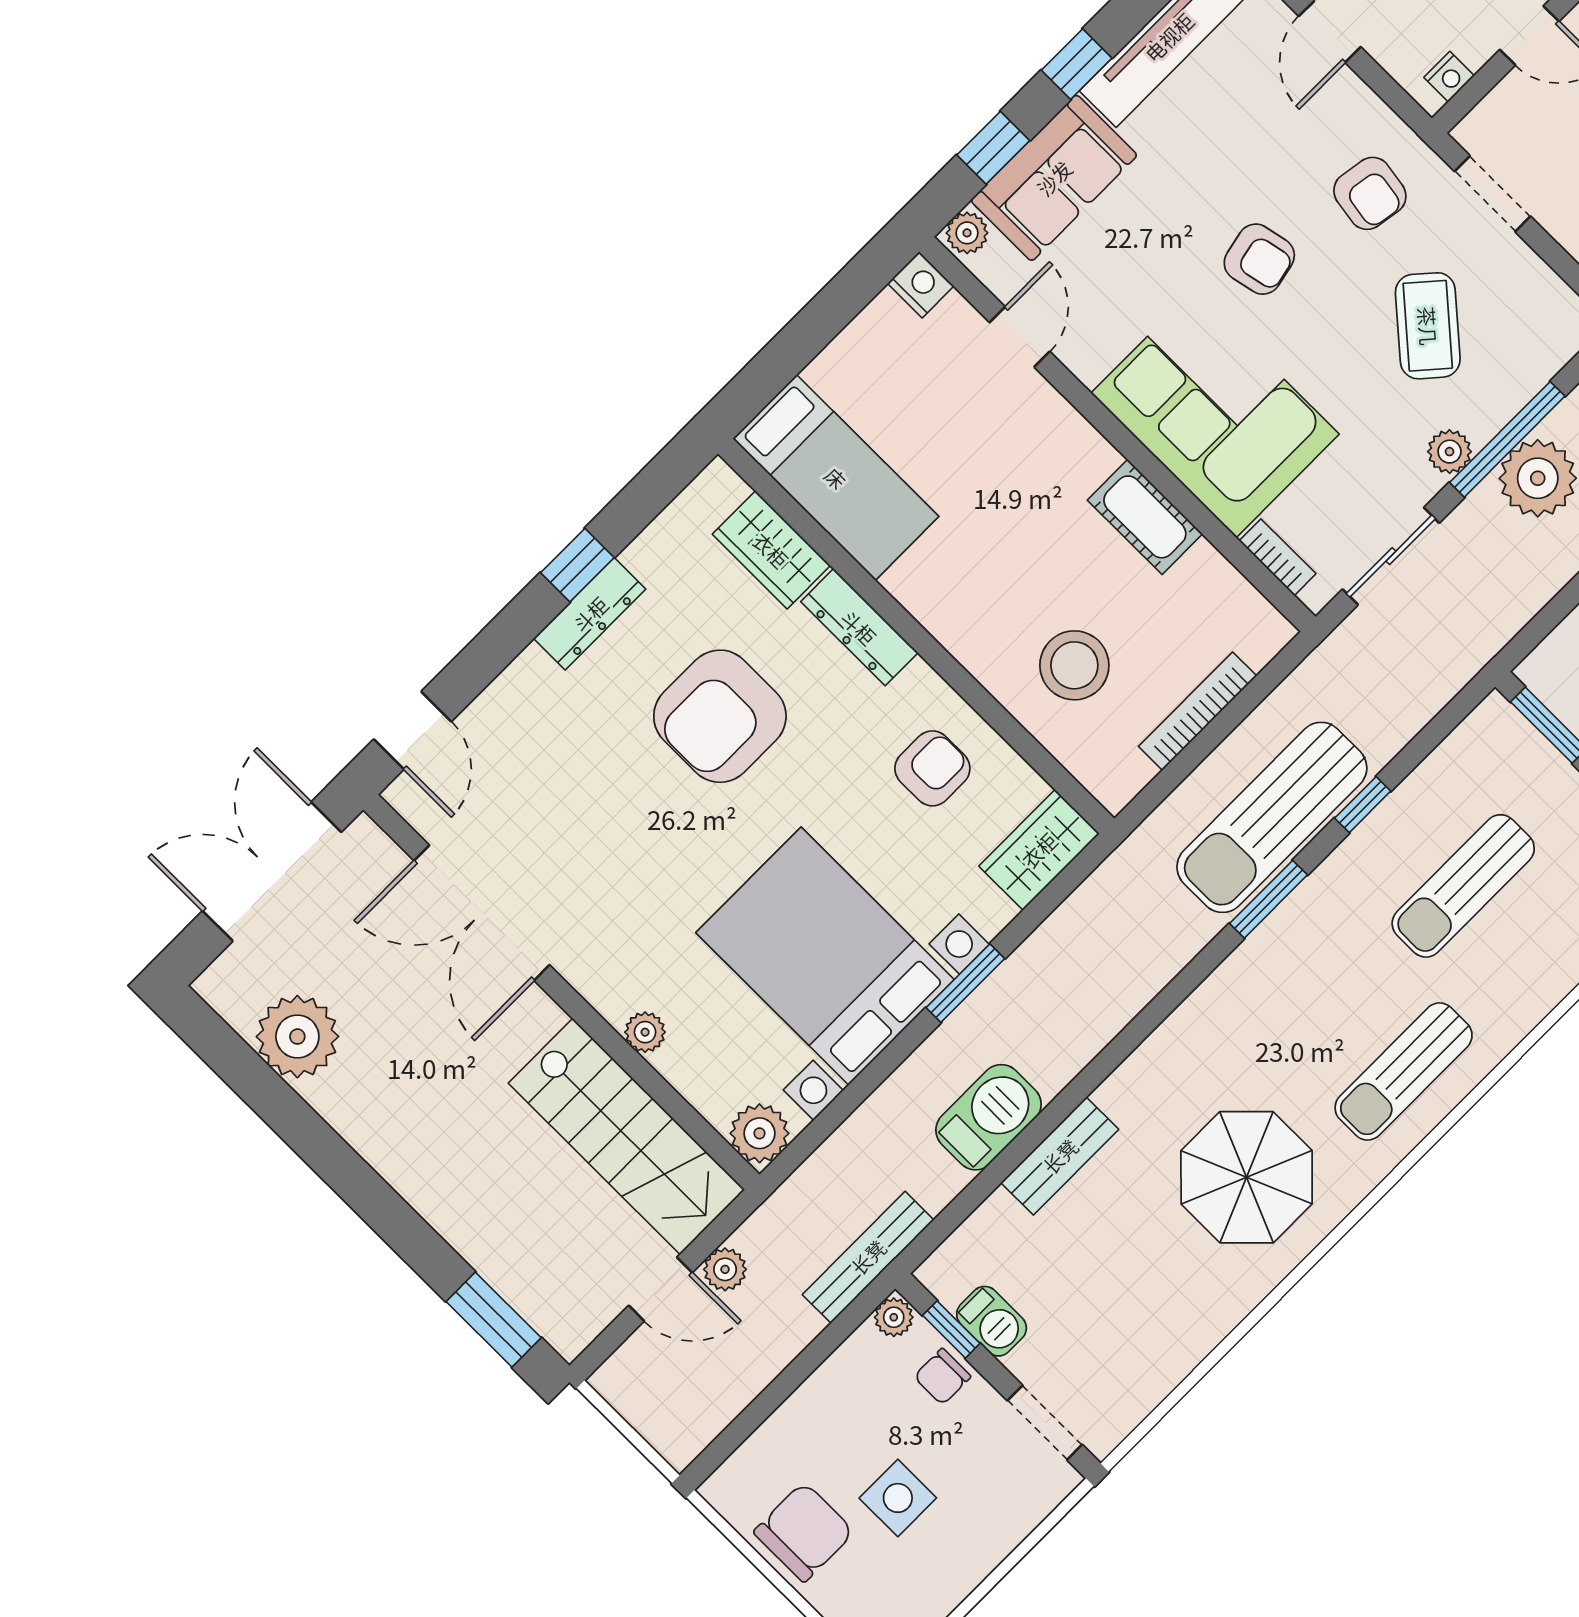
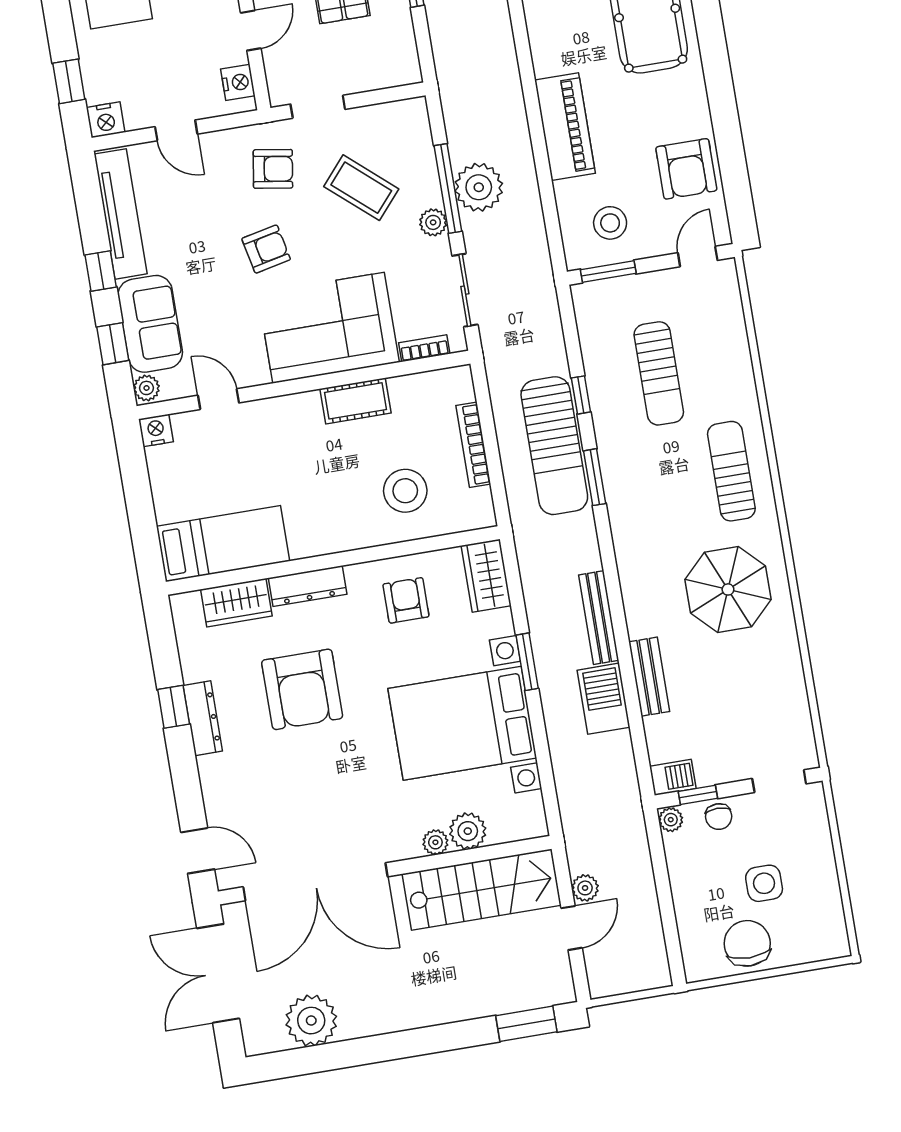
nightstand: (1449, 77) -> (238, 82), width x1.39, depth x1.35
double door: (482, 913) -> (315, 882), width x1.36
sun lounger: (1404, 1072) -> (731, 471), turned 180
plant: (760, 1133) -> (468, 831), moved
bench: (868, 1257) -> (599, 618), moved
barbecue: (992, 1321) -> (673, 777), moved

